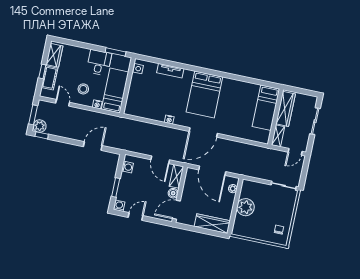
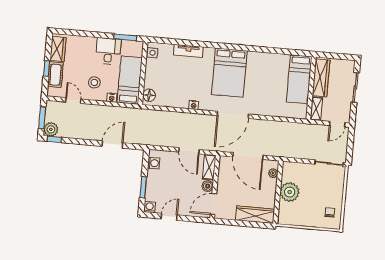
floor lamp: (131, 106) -> (149, 95), added

